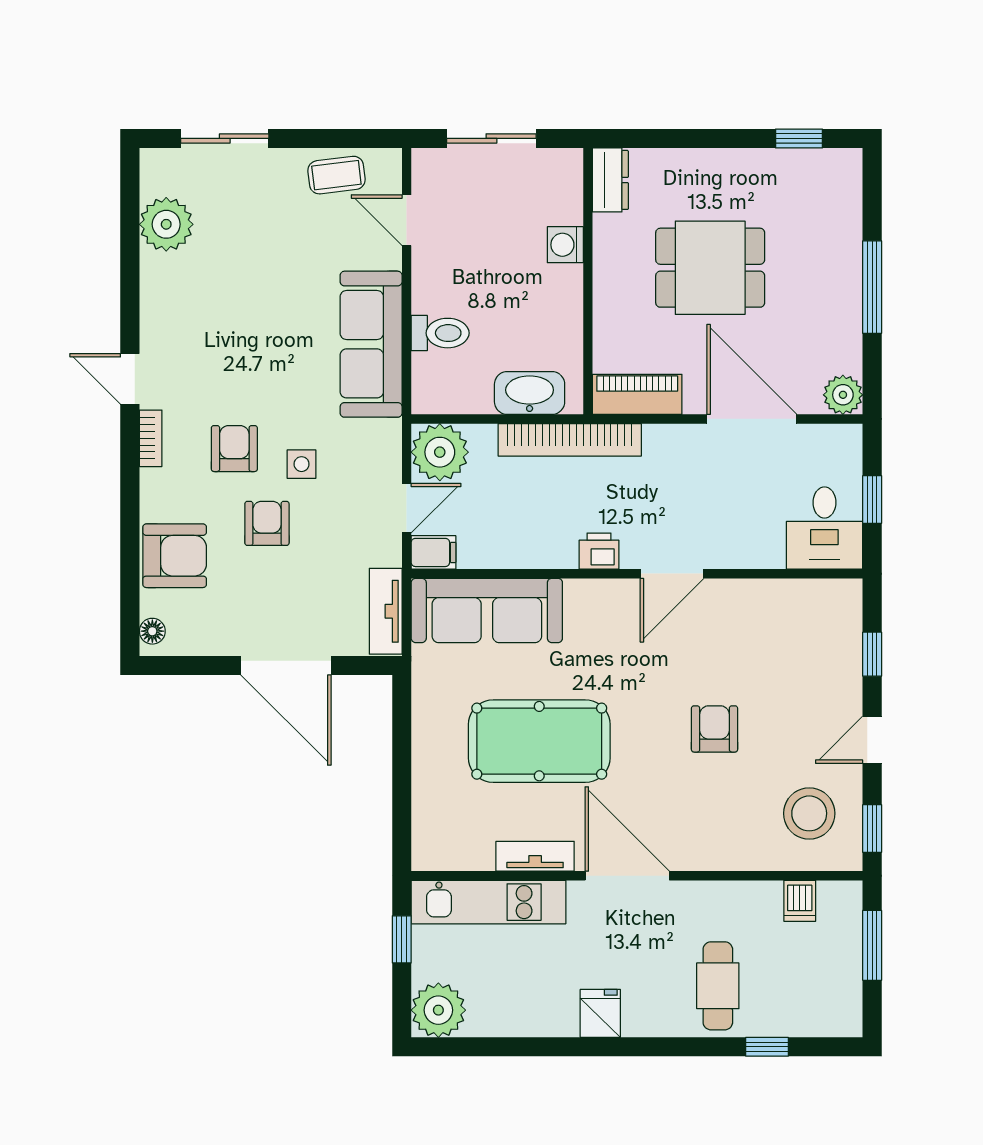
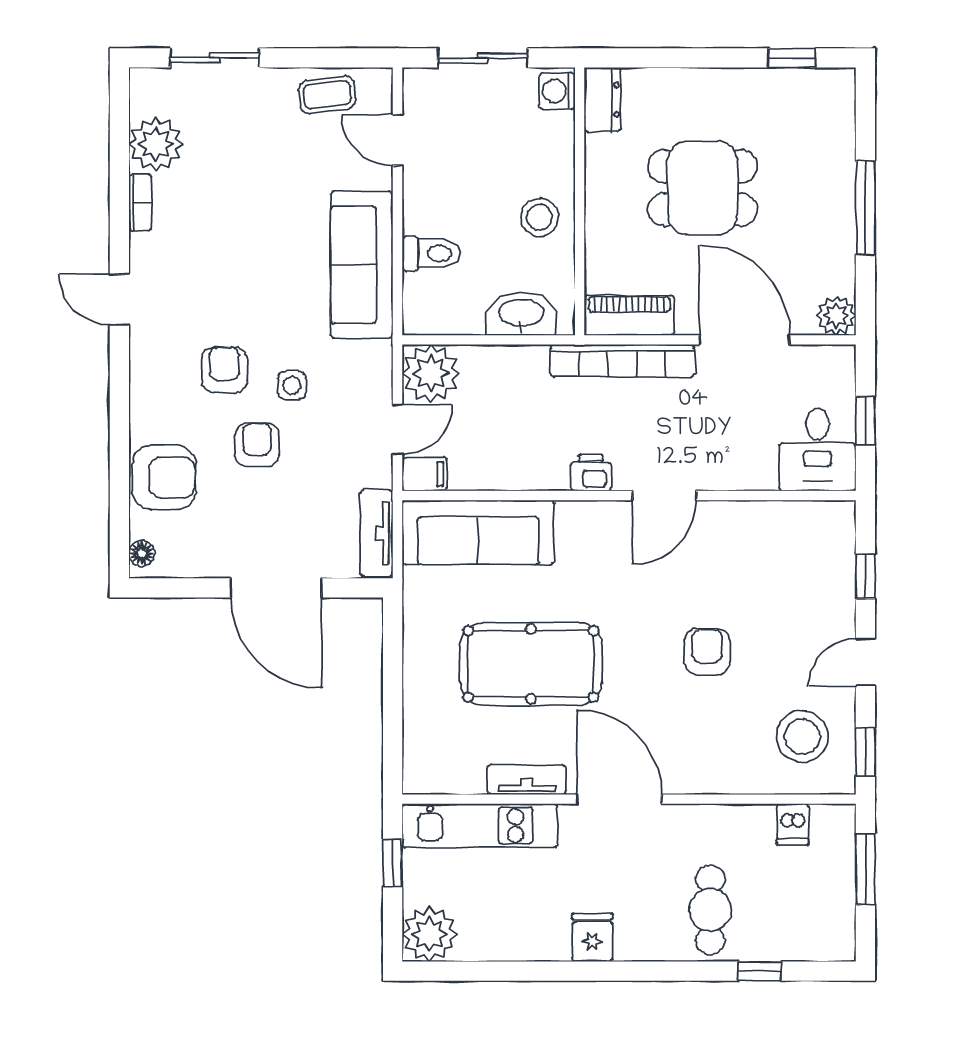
washing machine: (565, 245) -> (557, 91), moved
stool: (548, 297) -> (539, 217), added
bookcase: (151, 438) -> (140, 203), moved
bookcase: (570, 440) -> (622, 361), moved

